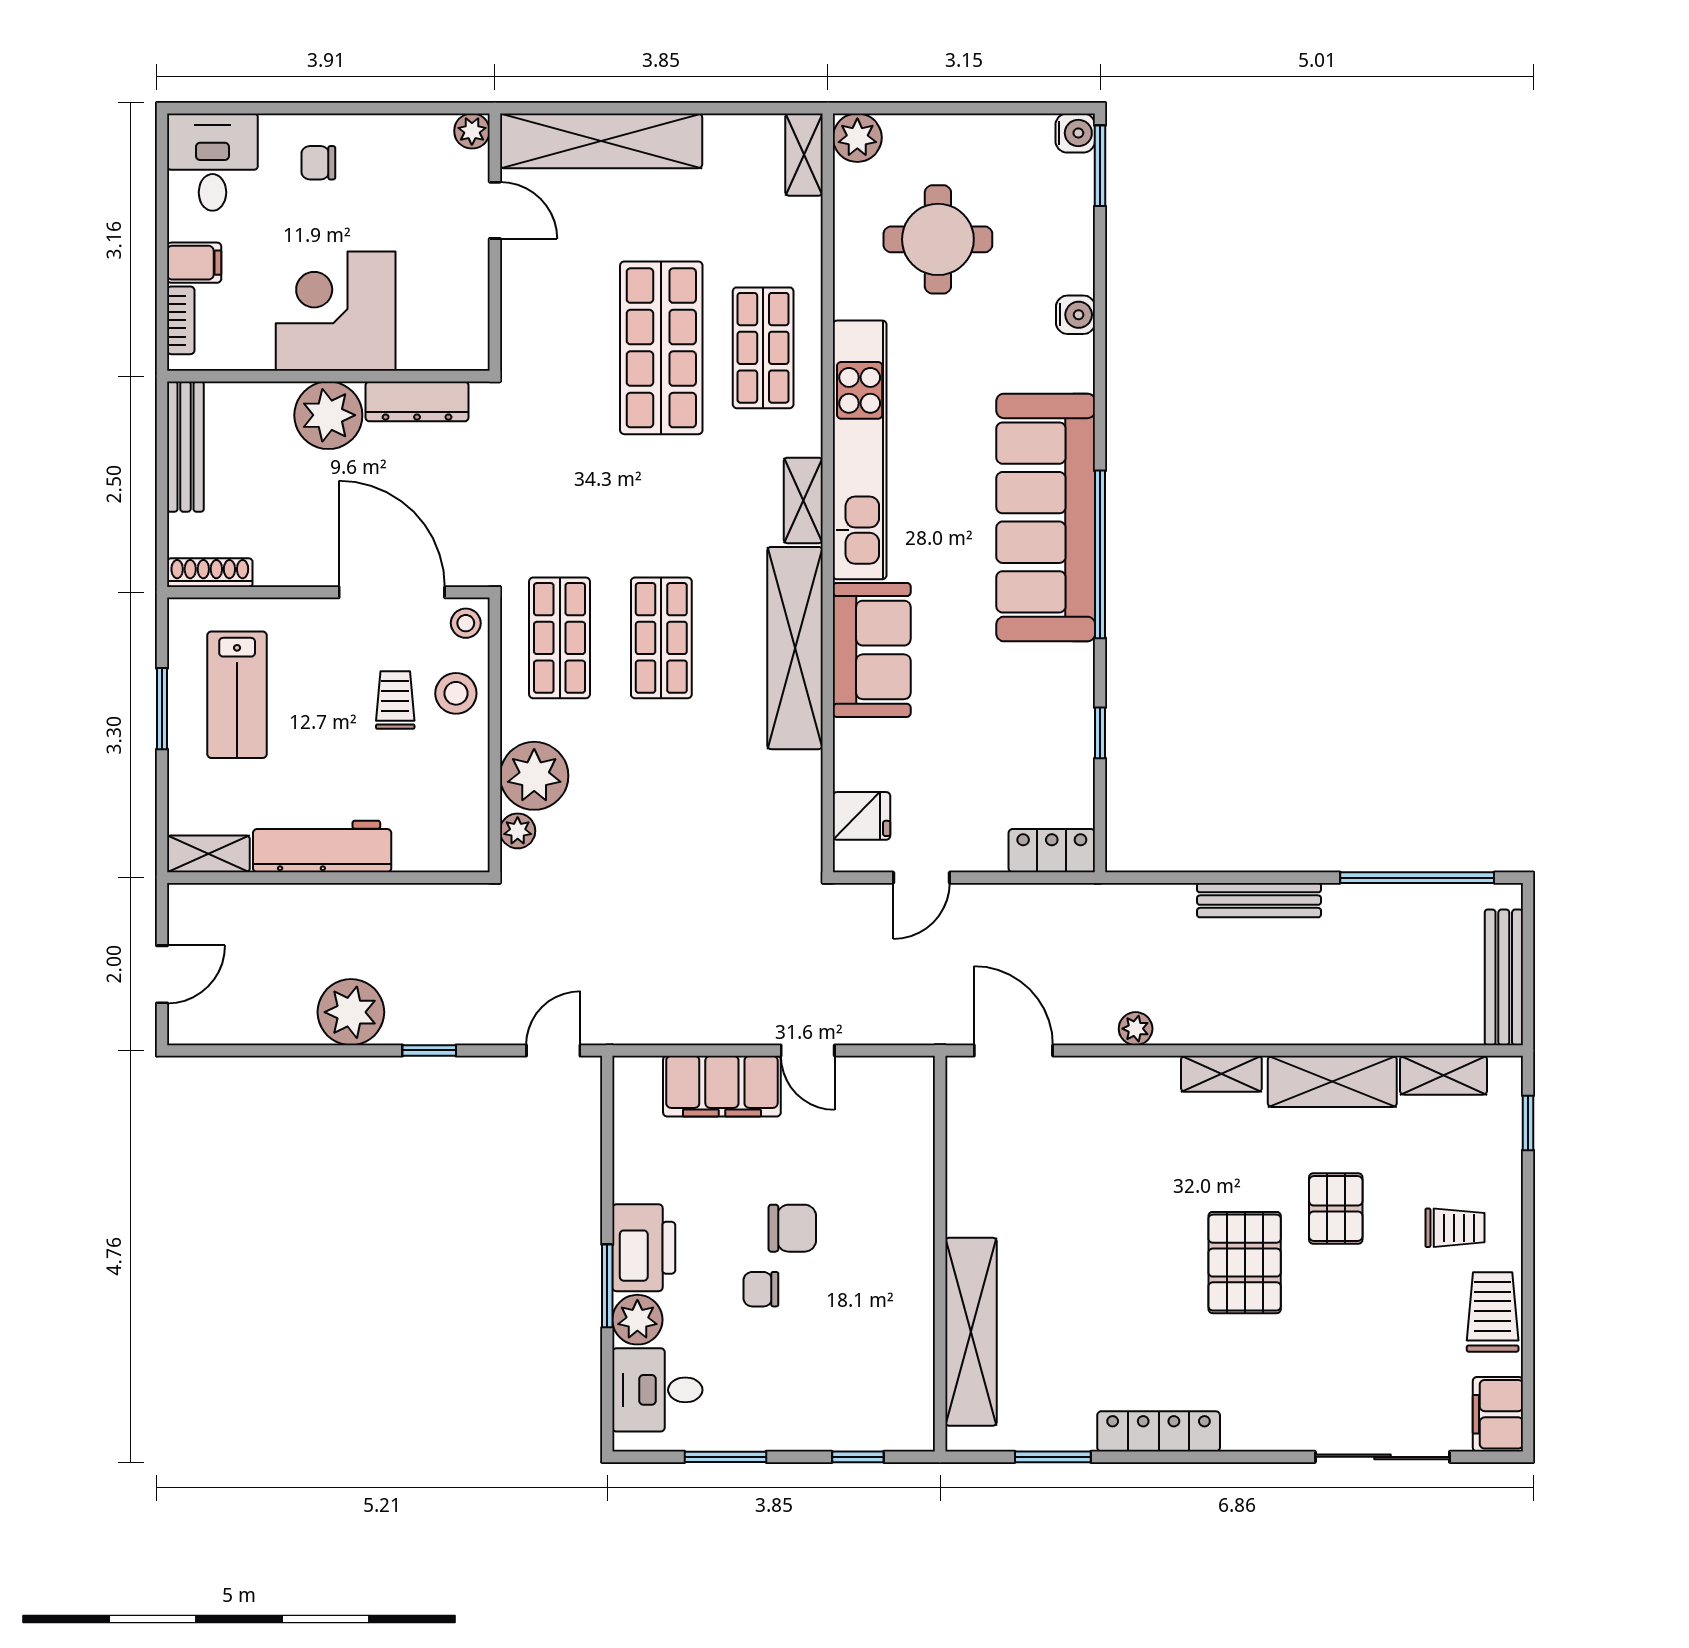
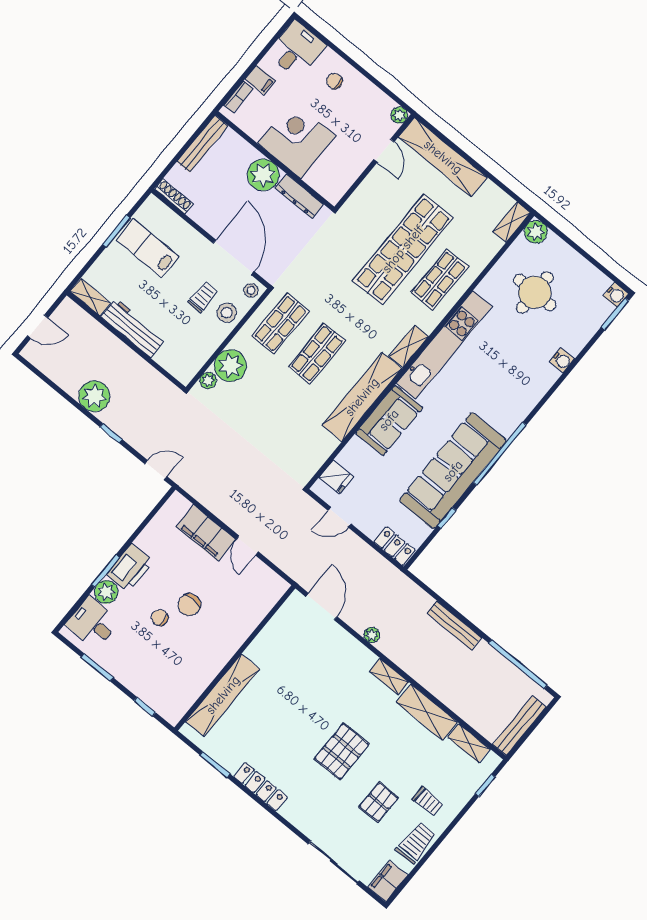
shop shelf: (661, 348) -> (403, 249), width x1.40
sofa: (1046, 517) -> (453, 471), moved
lab bench: (237, 695) -> (148, 248), turned 90
pallet: (1336, 1208) -> (379, 802), moved
chair: (792, 1228) -> (189, 605), turned 90

